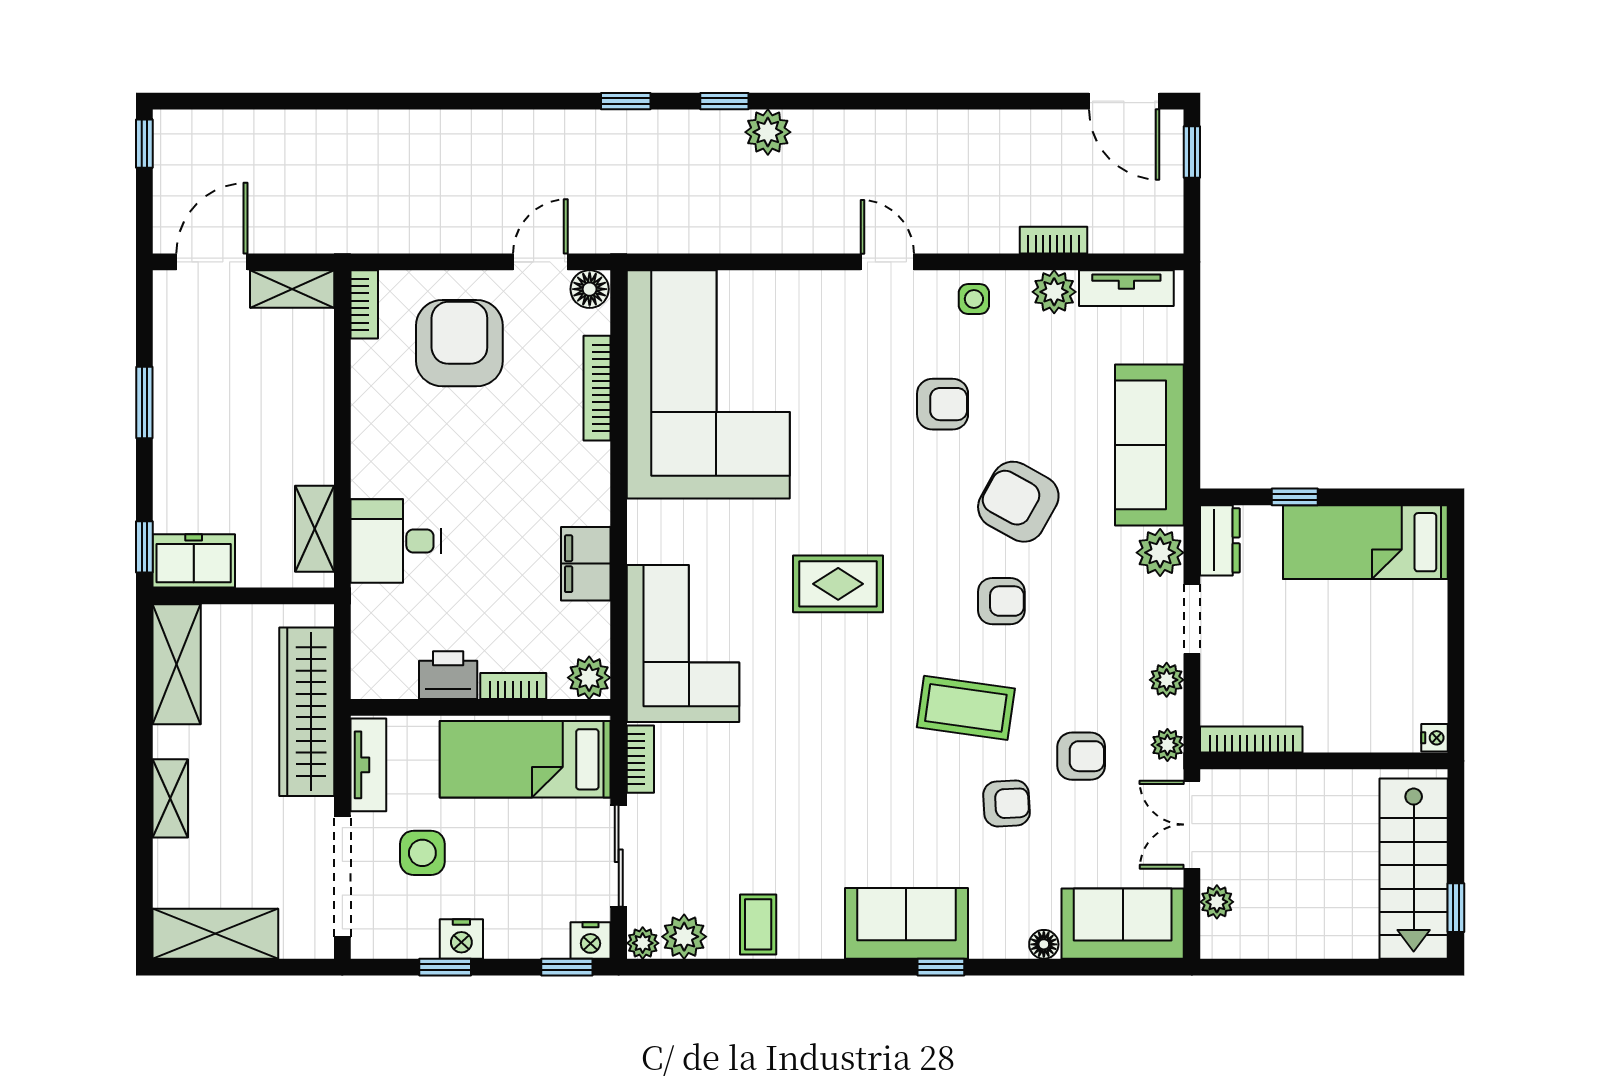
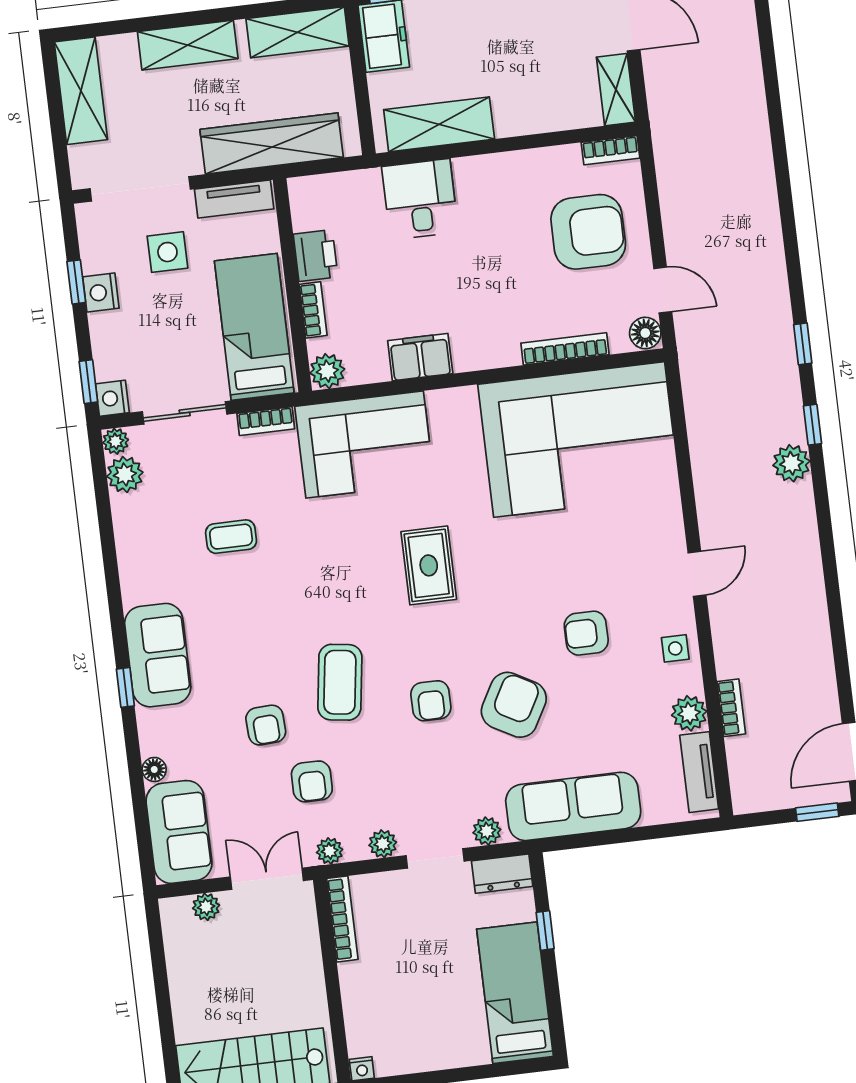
armchair: (943, 404) -> (586, 633), turned 90
shelving: (315, 529) -> (439, 124), width x1.50, depth x1.33
plant: (1160, 553) -> (487, 831), width x0.73, depth x0.73
shelving: (170, 798) -> (188, 45), width x1.50, depth x1.33
coffee table: (758, 924) -> (231, 537), moved

